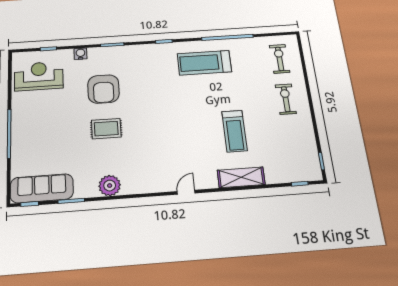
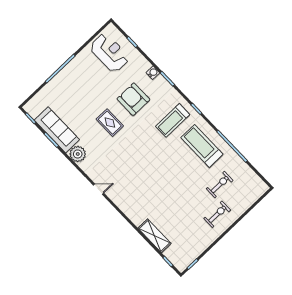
water cooler: (80, 54) -> (153, 73), moved
exercise bike: (280, 59) -> (220, 185), moved
armchair: (103, 89) -> (133, 99), turned 90
treadmill: (235, 131) -> (173, 120), moved
shelving: (241, 177) -> (154, 236), moved
sofa: (42, 188) -> (57, 130), moved
door: (186, 192) -> (98, 189), moved

